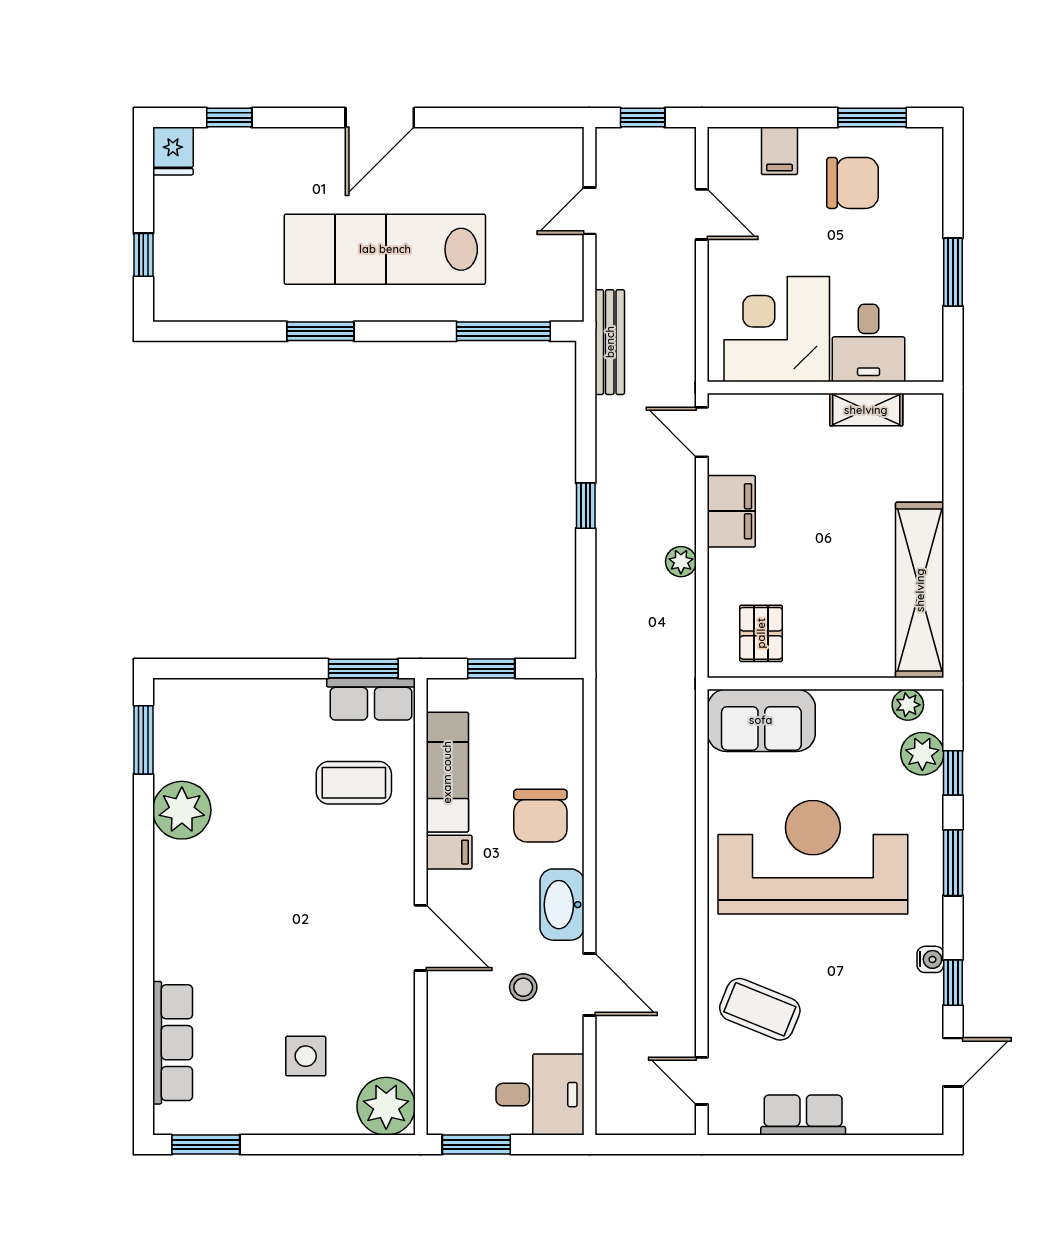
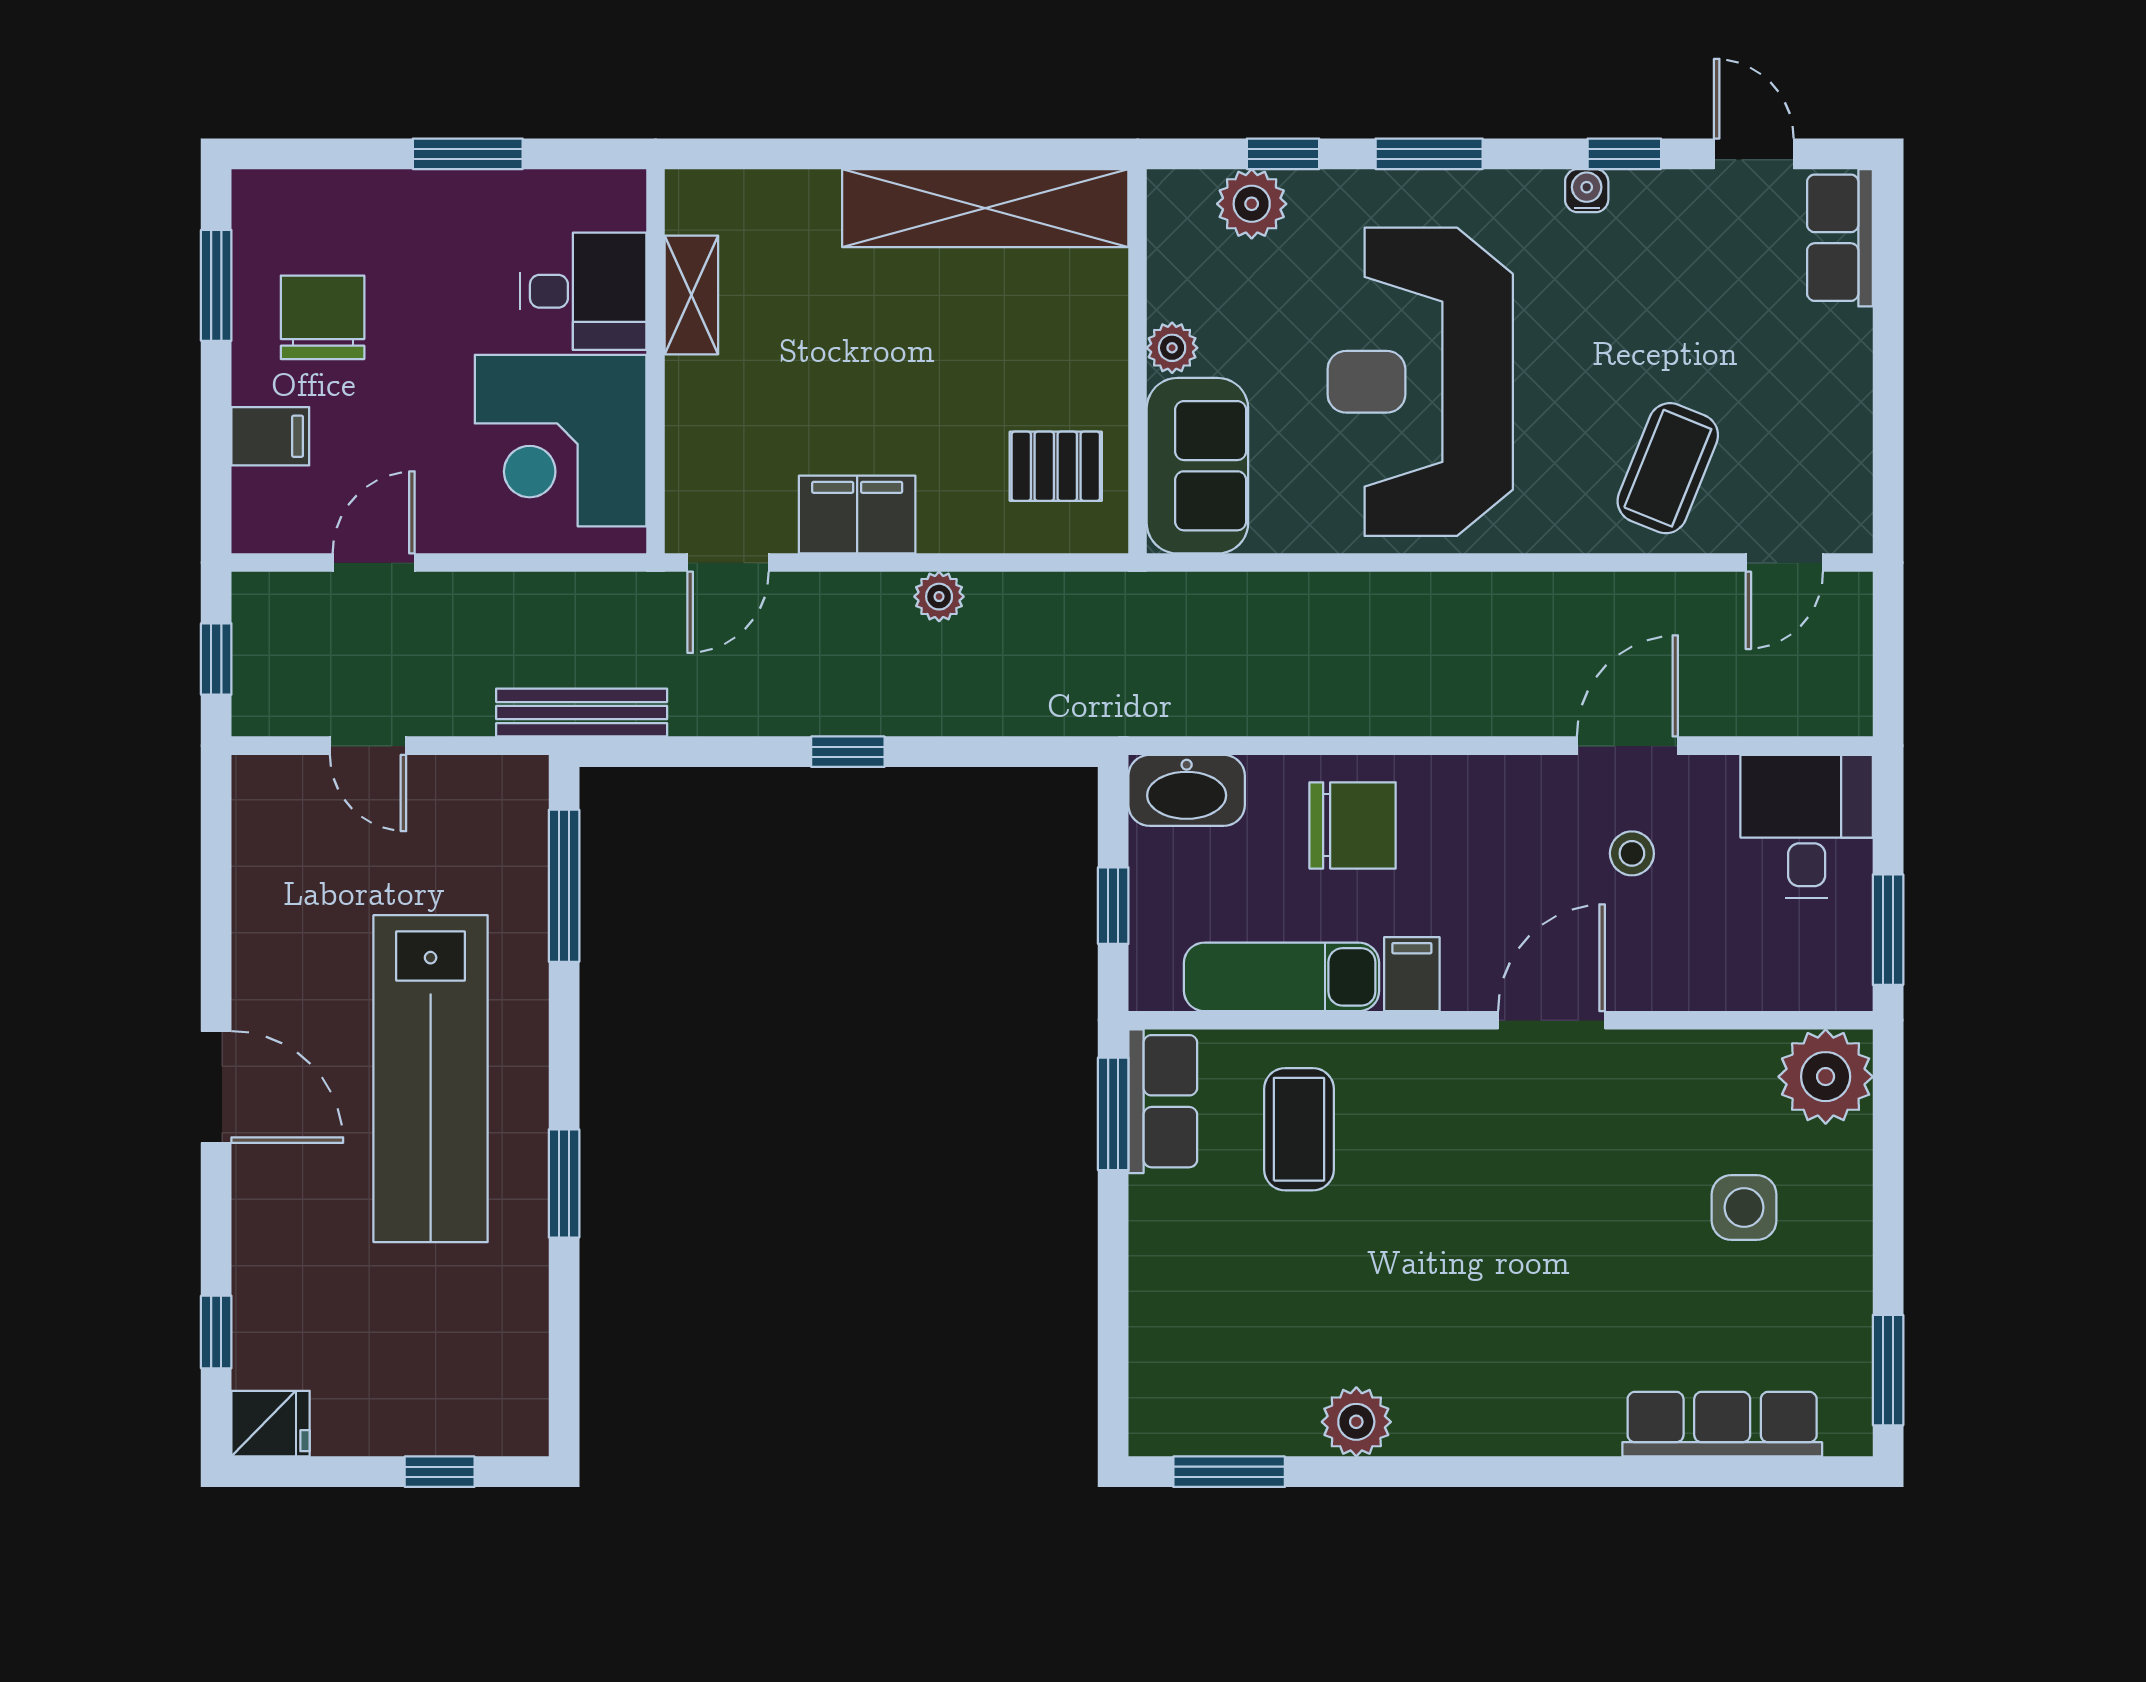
plant: (908, 705) -> (1172, 348), moved
plant: (182, 810) -> (1356, 1422), width x0.73, depth x0.73
washbasin: (562, 905) -> (1187, 790), moved
row of seats: (803, 1115) -> (1840, 238), moved

